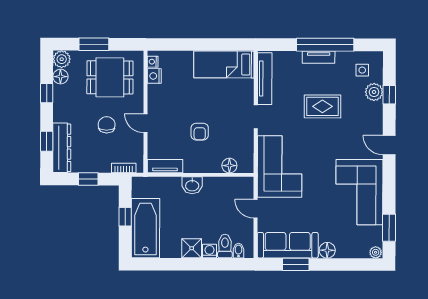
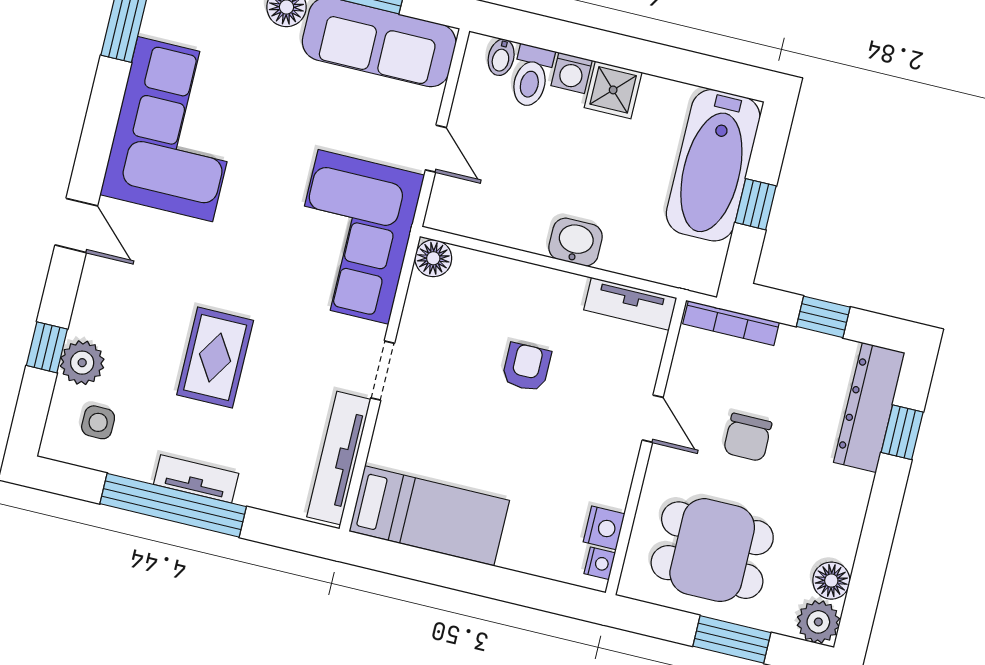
window: (47, 93) -> (874, 549), removed
rug: (322, 106) -> (215, 358), turned 90
floor lamp: (229, 166) -> (433, 258), moved
bookcase: (124, 168) -> (731, 323), width x1.56

